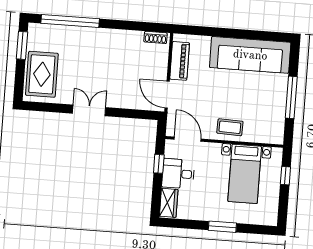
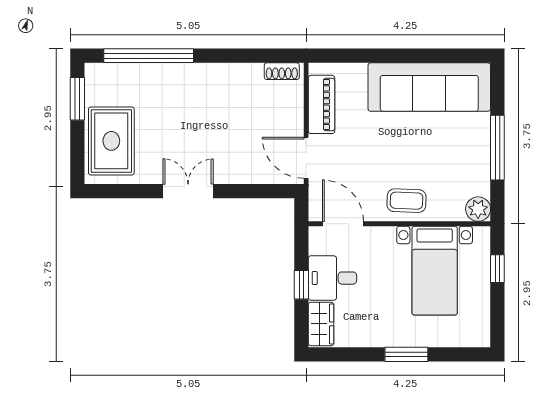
plant: (276, 136) -> (478, 209), added
window: (159, 164) -> (301, 285), moved

